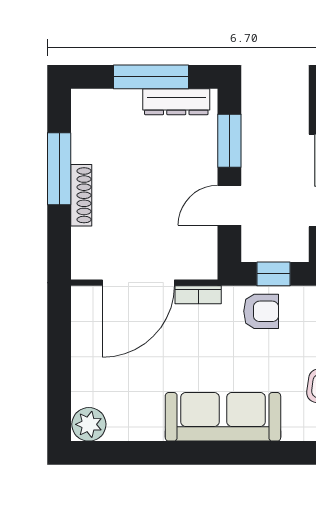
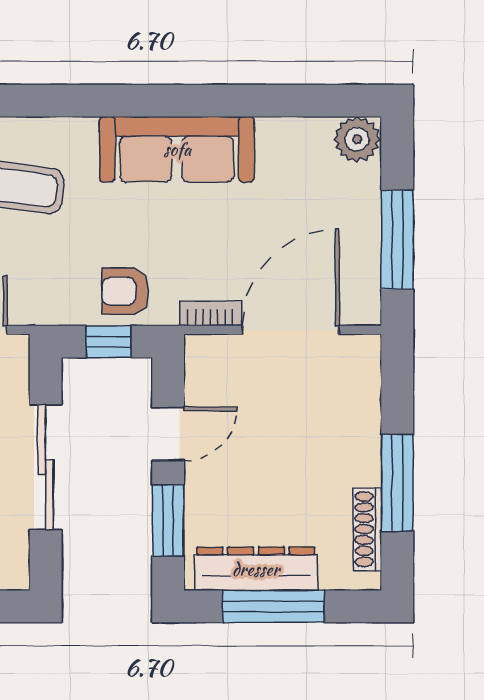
dresser: (176, 102) -> (256, 569), width x1.37, depth x1.24
shoe rack: (81, 195) -> (367, 529), moved
window: (59, 350) -> (397, 240), added

